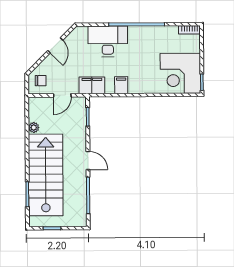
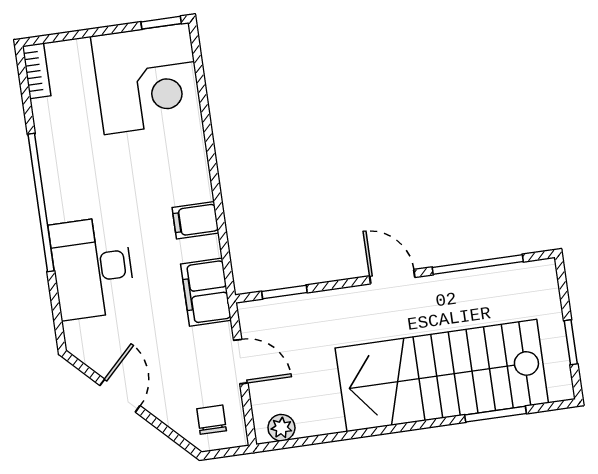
door: (55, 45) -> (120, 396), hinge flipped
plant: (34, 128) -> (281, 428), moved
door: (88, 161) -> (392, 277), hinge flipped

